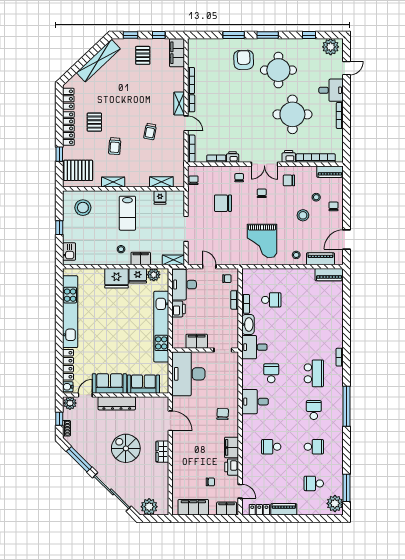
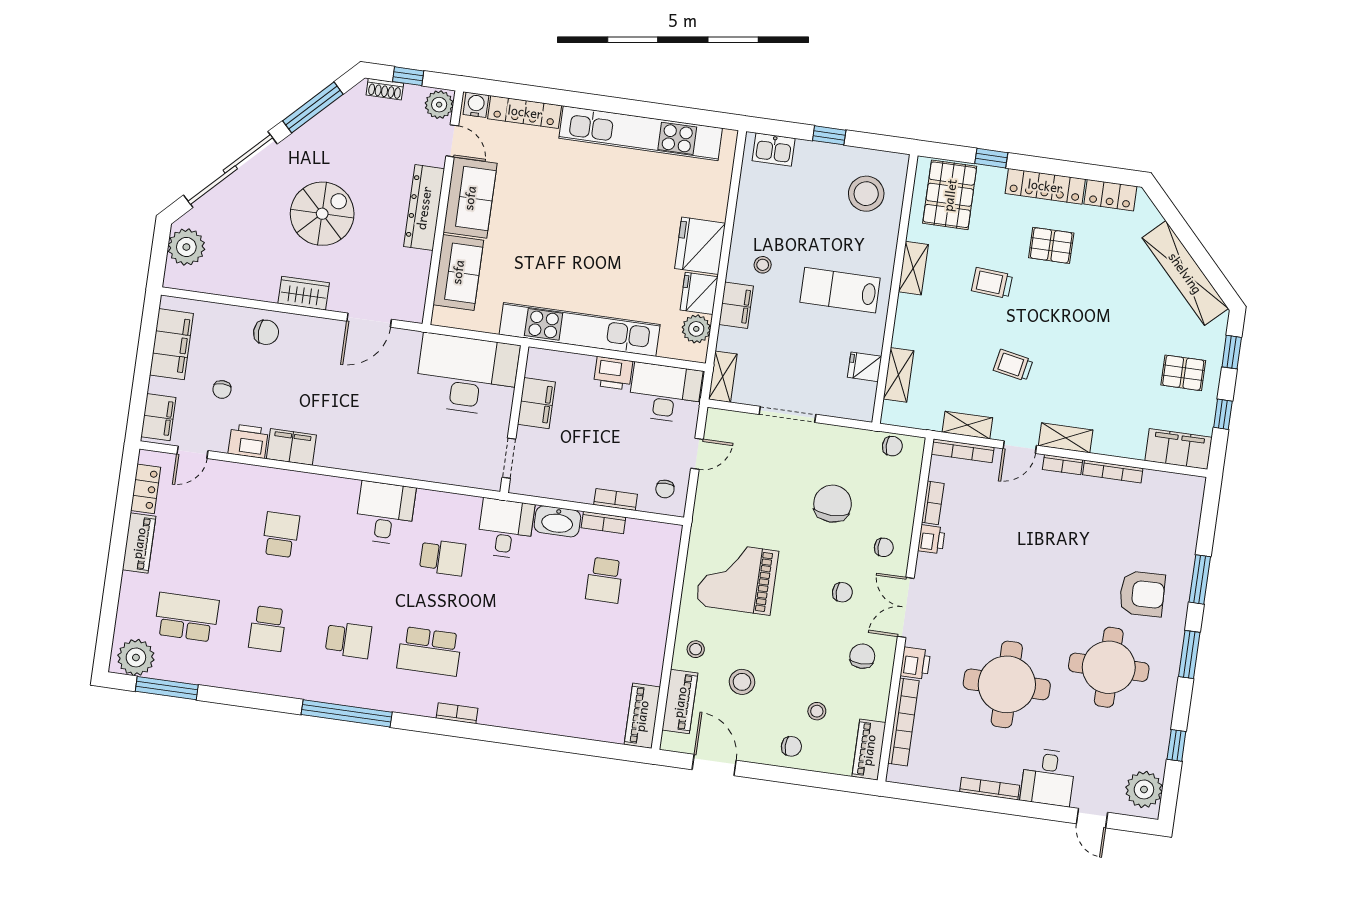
shelving: (179, 148) -> (967, 425), added
stool: (303, 215) -> (742, 682), moved
chair: (223, 414) -> (266, 332), moved
school desk: (314, 483) -> (187, 617), width x1.85

